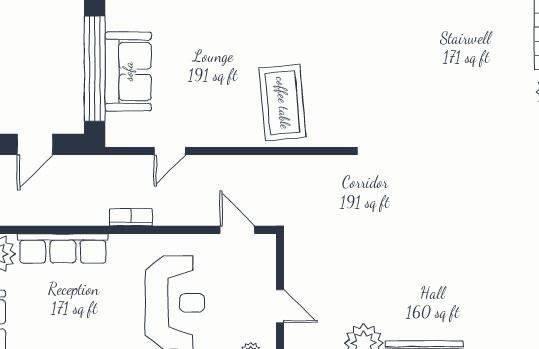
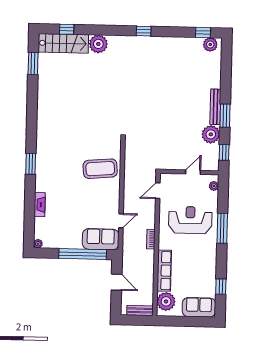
sofa: (128, 71) -> (101, 239), moved
door: (170, 151) -> (121, 221), hinge flipped

